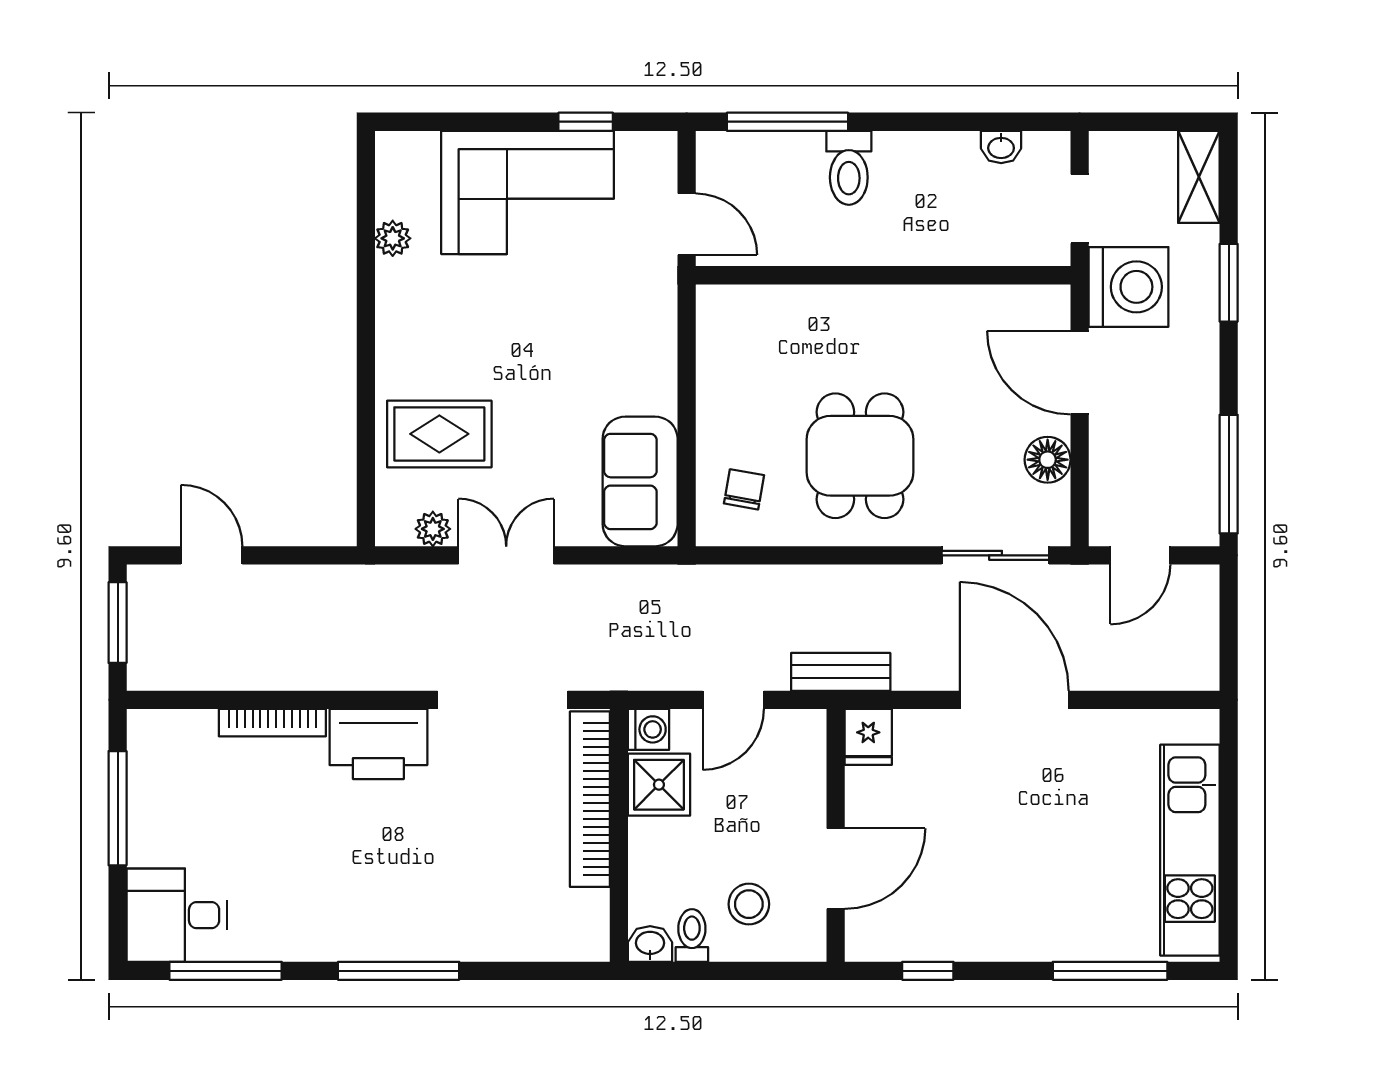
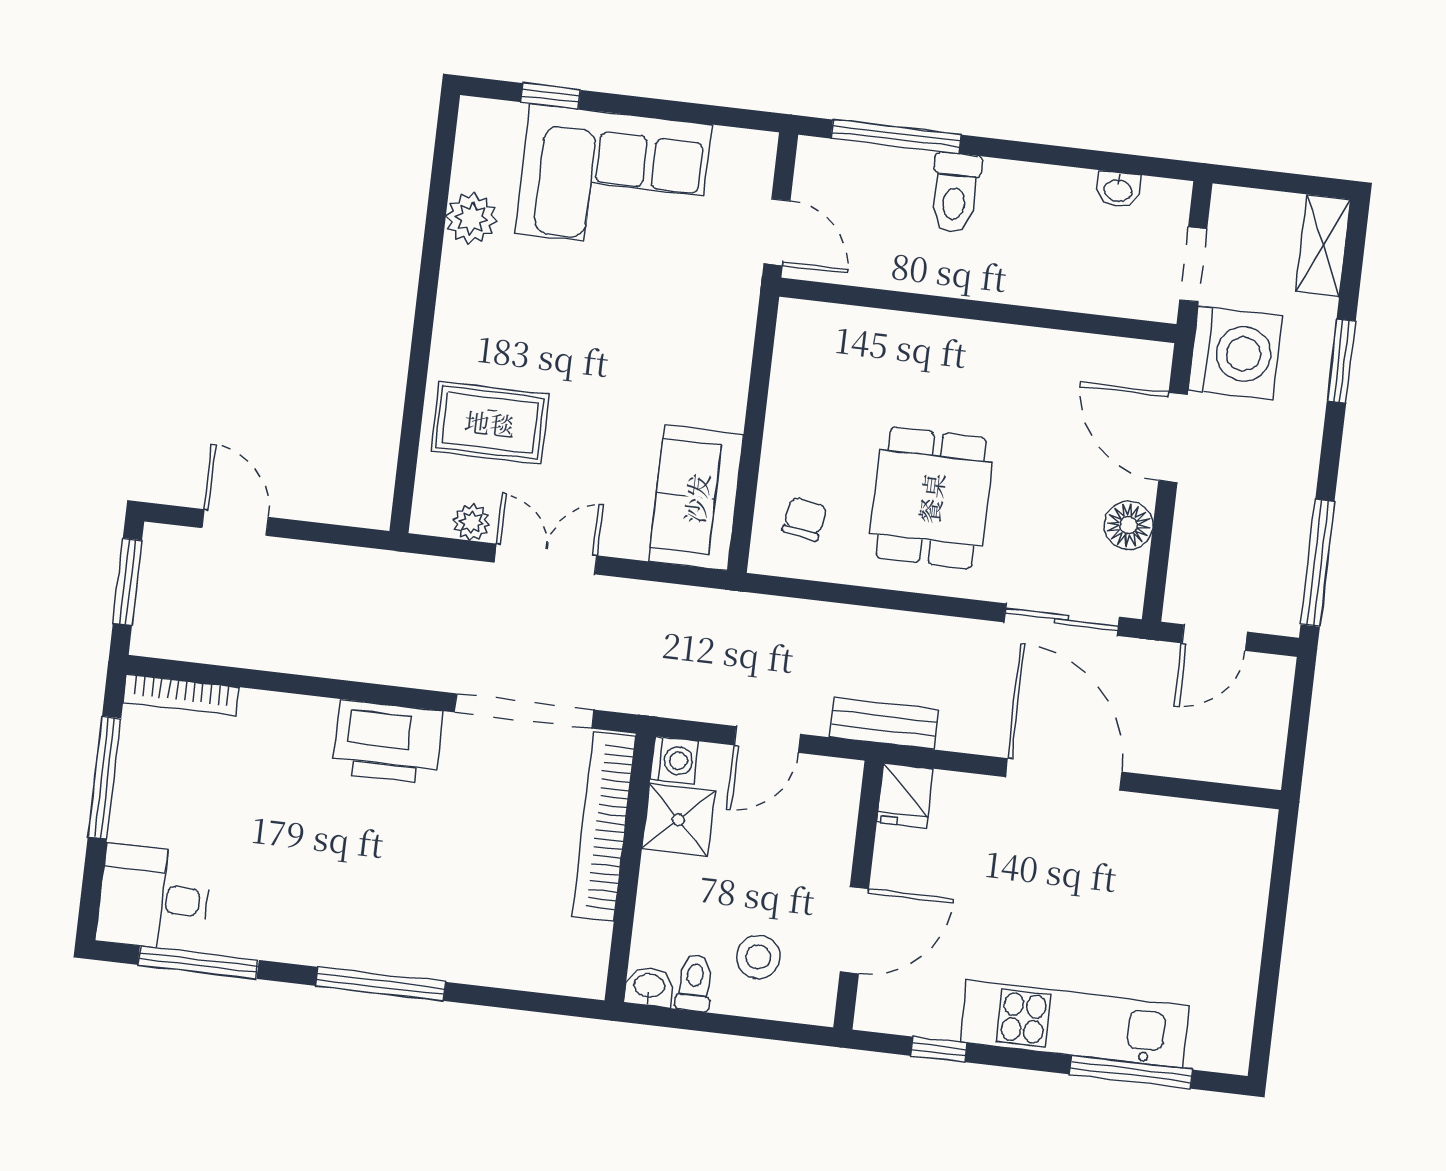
window: (586, 122) -> (550, 96), moved
plant: (393, 238) -> (471, 218), width x1.38, depth x1.38
bookcase: (272, 723) -> (181, 695), moved
kitchen unit: (1190, 850) -> (1075, 1024), moved, turned 90

